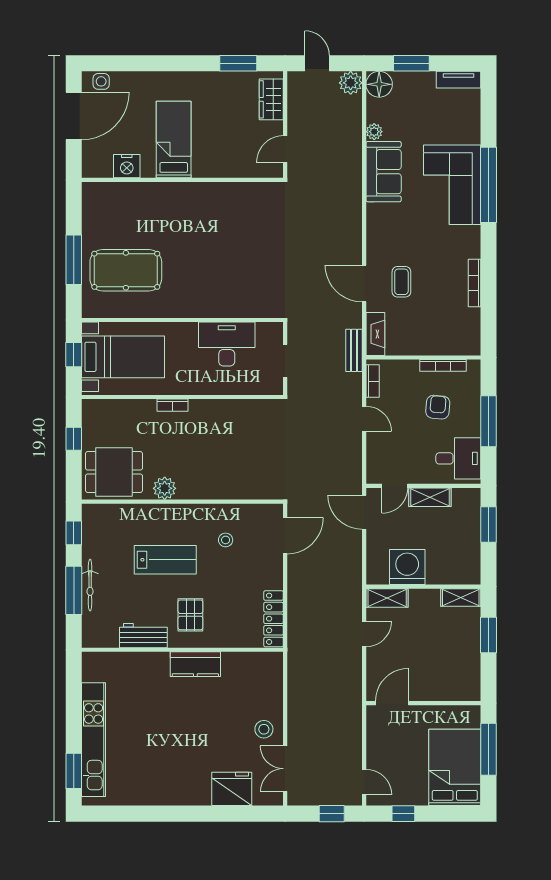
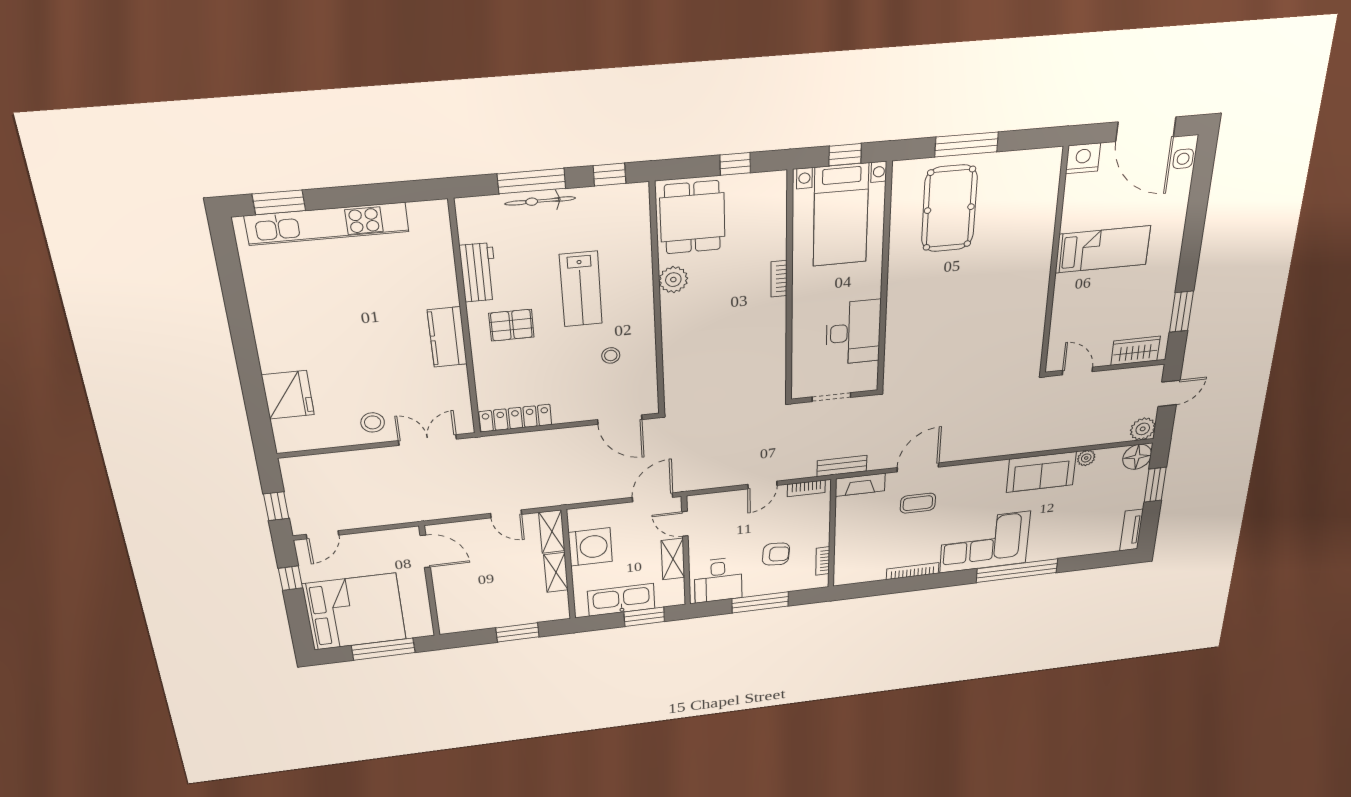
nightstand: (127, 166) -> (1083, 158), moved, turned 90
corner sofa: (452, 185) -> (985, 542), moved
bookcase: (443, 365) -> (823, 561), width x0.64
kitchen sink: (467, 544) -> (621, 600), added
shelving: (461, 597) -> (556, 572), moved
bed: (455, 767) -> (355, 612), width x1.36
double door: (285, 769) -> (428, 440), moved

